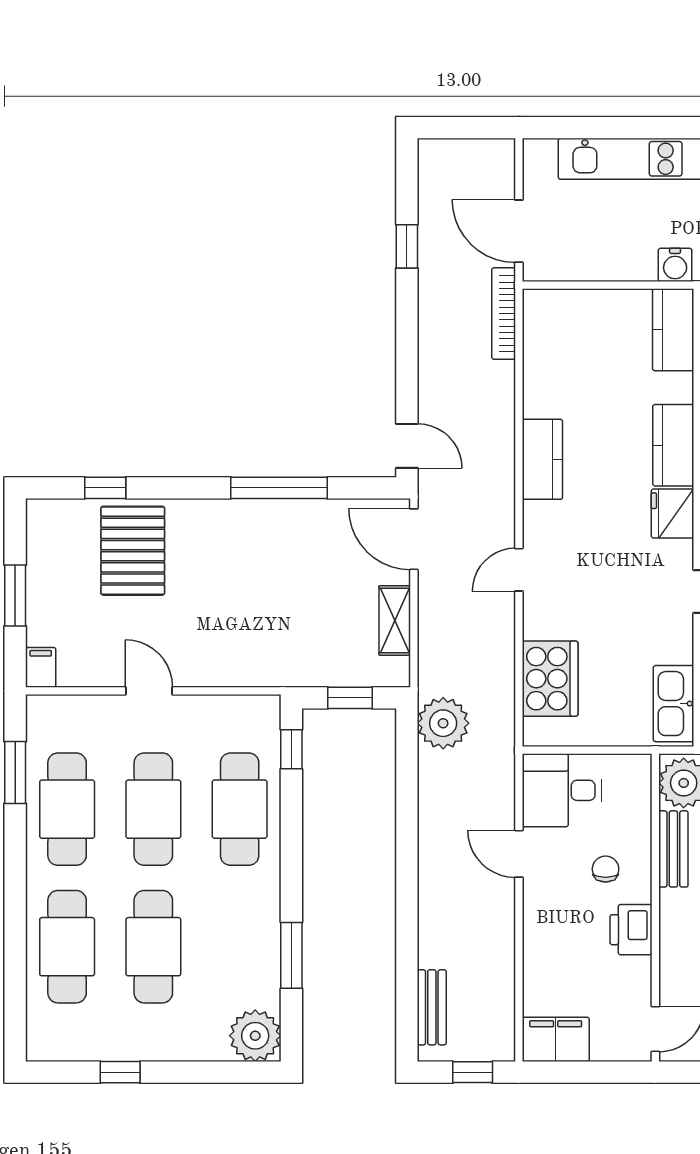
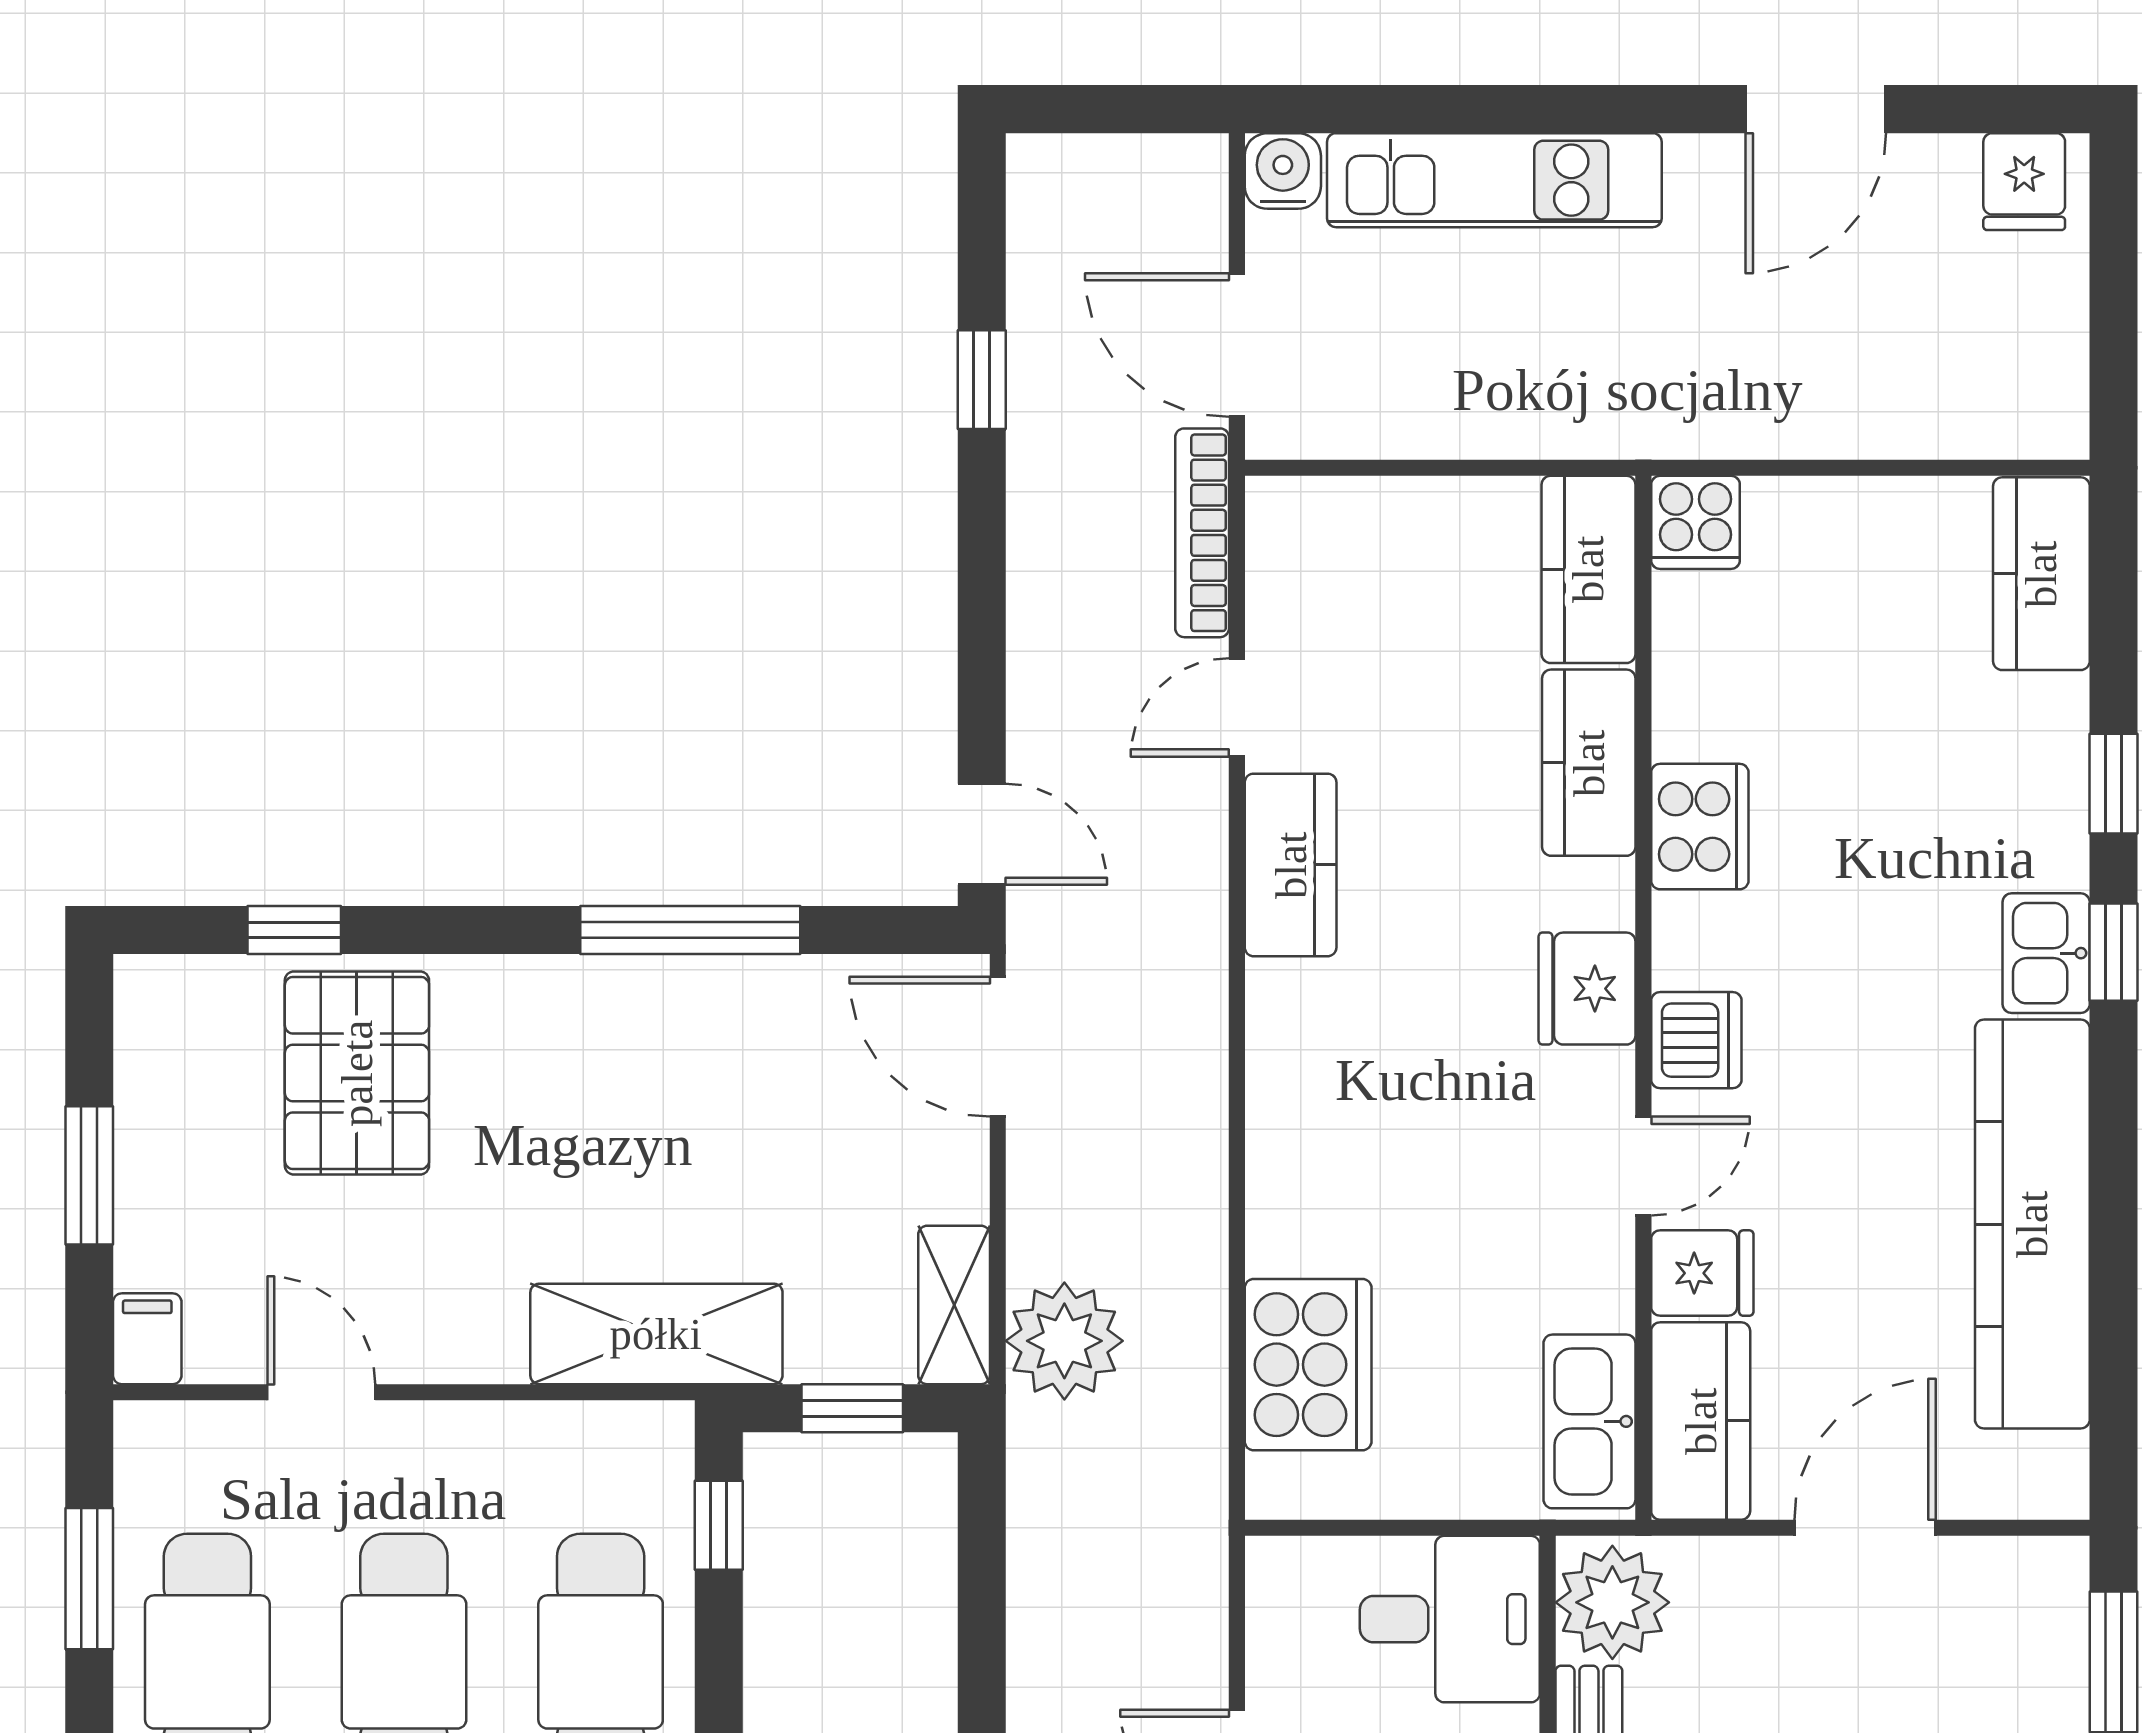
water cooler: (675, 265) -> (1283, 171), moved, turned 180
kitchen counter: (673, 445) -> (1589, 763), moved
door: (519, 570) -> (1237, 707), moved
shelving: (395, 620) -> (954, 1305), moved
shelving: (264, 665) -> (656, 1334), added
door: (149, 691) -> (321, 1392), moved
plant: (443, 723) -> (1064, 1341), moved
desk: (562, 790) -> (1450, 1619), moved, turned 180

